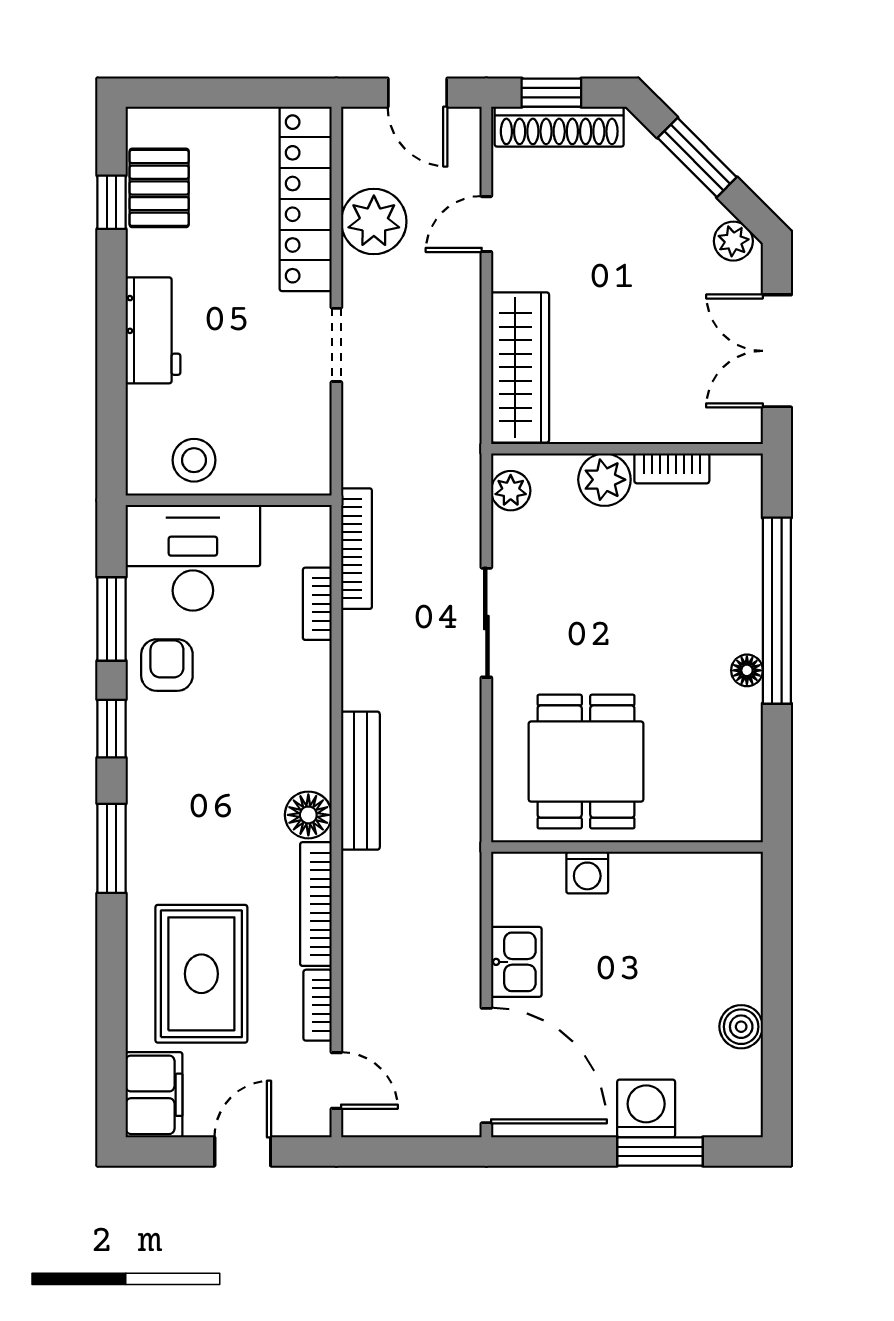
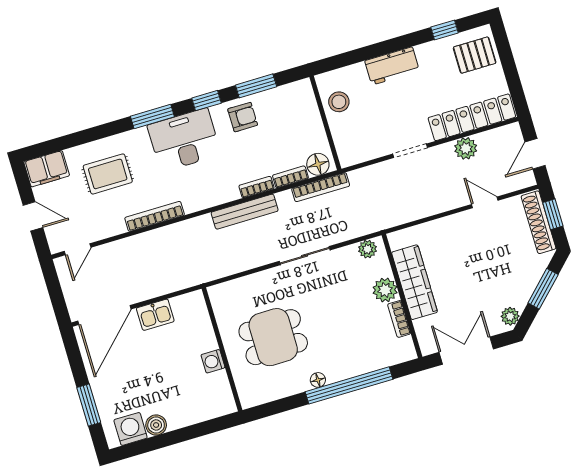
pallet: (159, 188) -> (475, 55), moved
plant: (374, 221) -> (466, 148), width x0.73, depth x0.73
wardrobe: (520, 367) -> (415, 282), moved, turned -90
desk: (193, 558) -> (184, 140), moved, turned -90
dining table: (586, 762) -> (273, 337), moved
bench: (360, 781) -> (245, 212), moved
floor lamp: (308, 815) -> (318, 164), moved
washing machine: (587, 873) -> (213, 361), moved
rug: (201, 974) -> (108, 174), width x0.73, depth x0.70
bookcase: (318, 1005) -> (256, 187), moved
washing machine: (646, 1108) -> (131, 429), moved, turned -90

